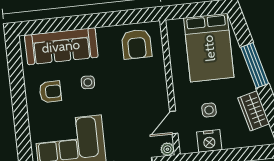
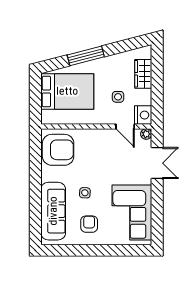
armchair: (137, 44) -> (58, 150), width x1.36, depth x1.36
wardrobe: (254, 111) -> (143, 74), moved, turned 105
nightstand: (209, 141) -> (143, 115), moved

